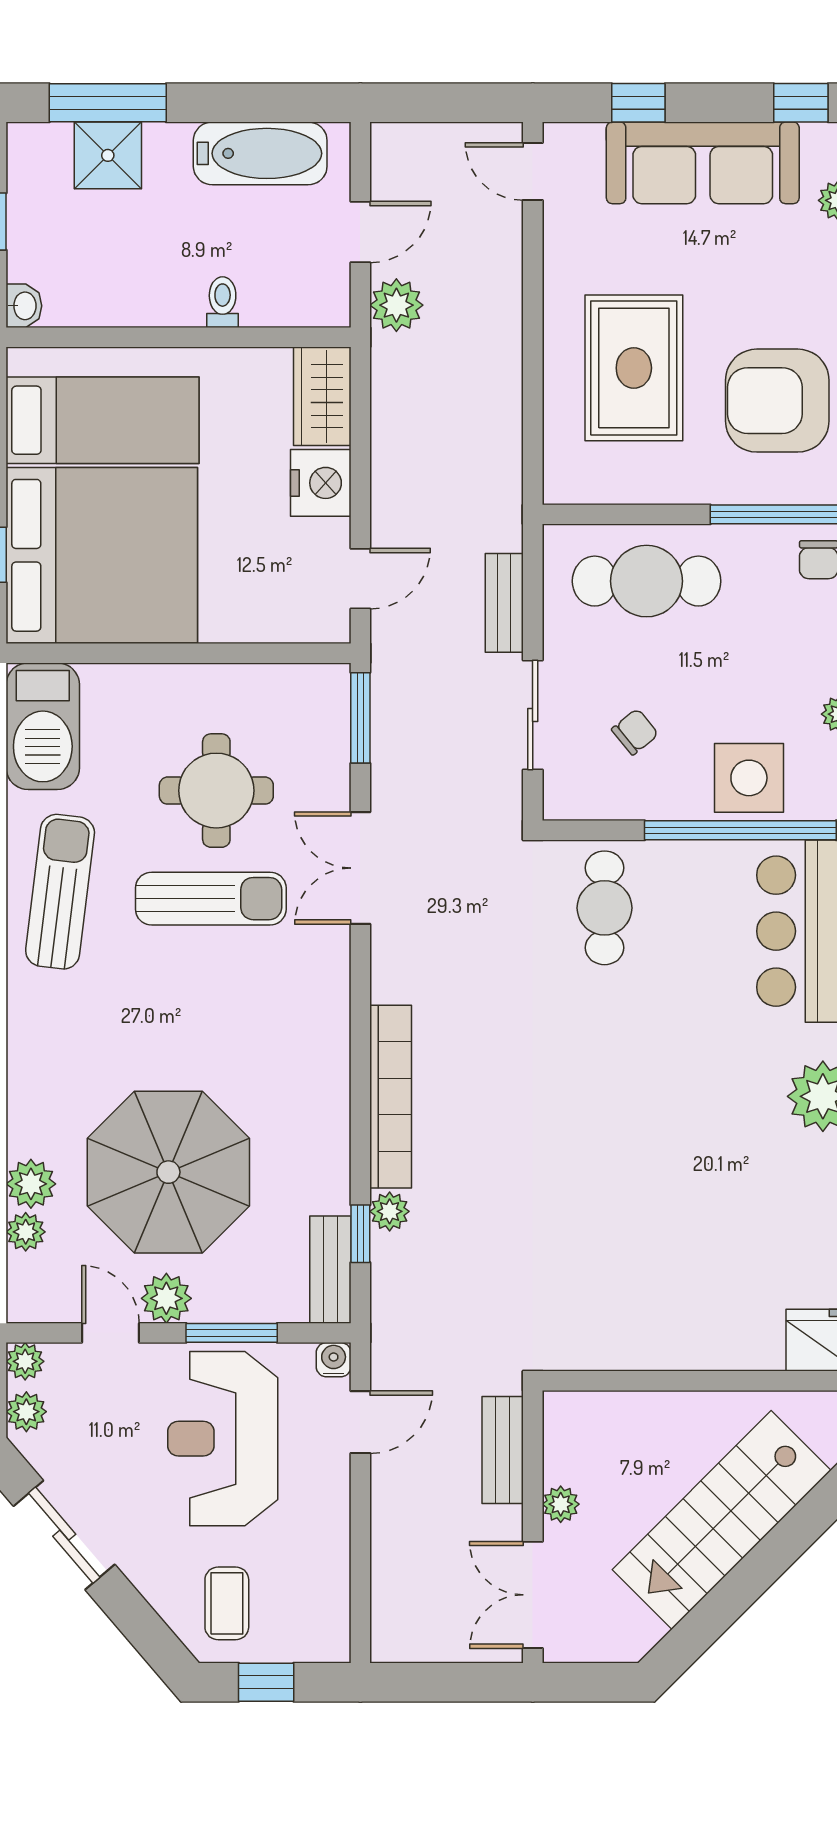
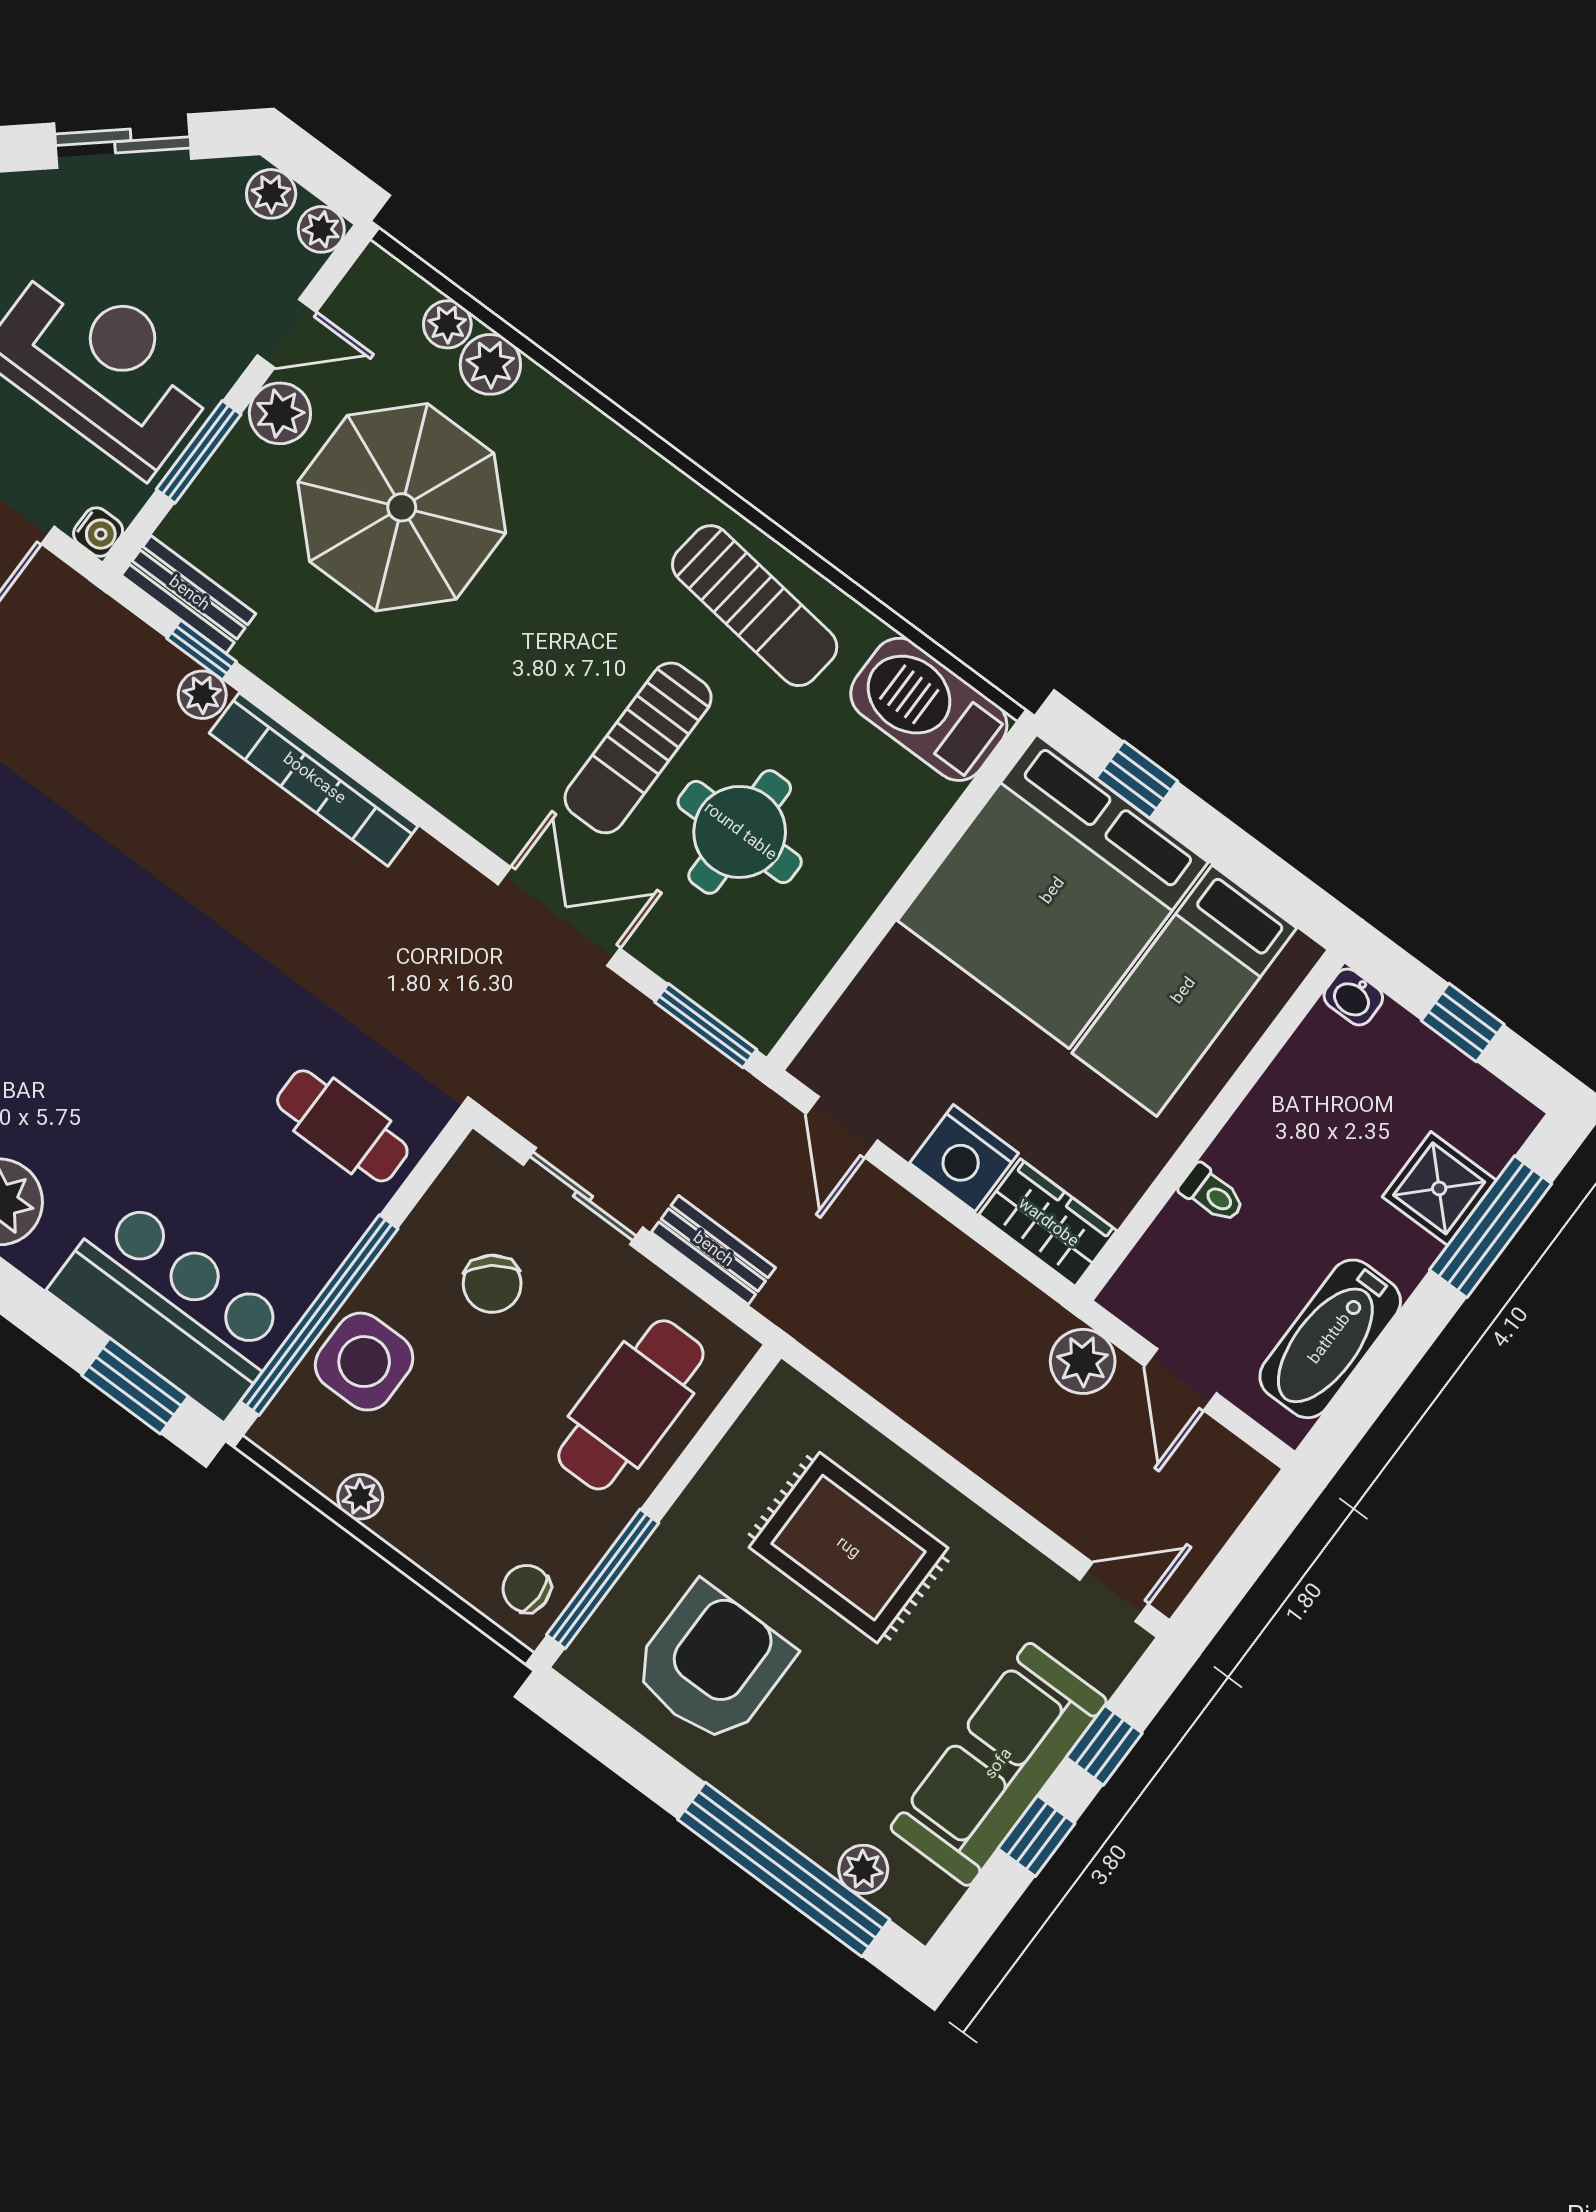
window: (801, 103) -> (1037, 1836), moved
chair: (635, 732) -> (492, 1284), width x1.37, depth x1.37

